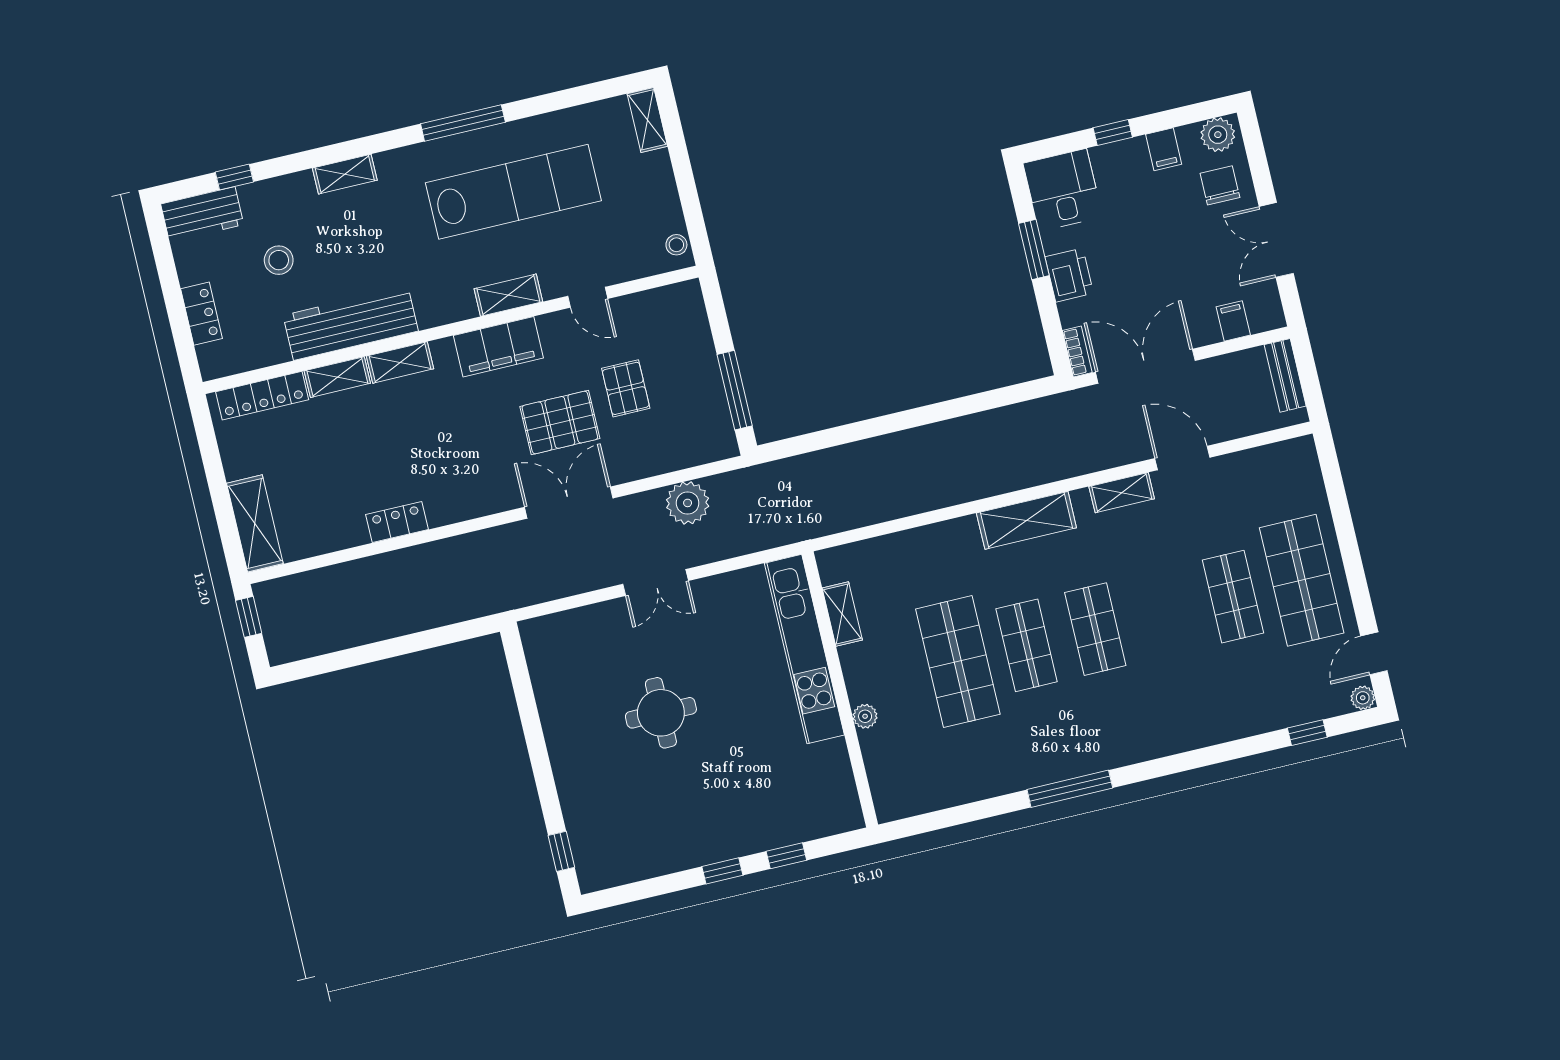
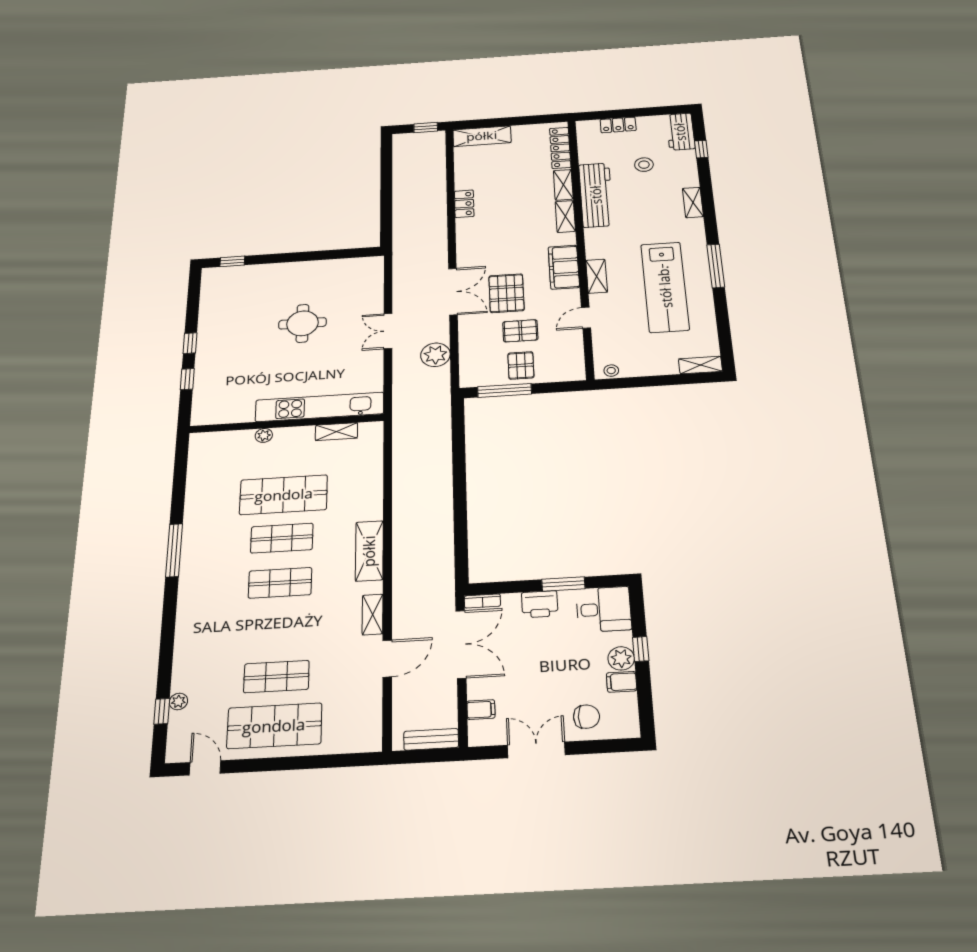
plant: (1218, 135) -> (621, 658), moved
pallet: (687, 375) -> (521, 365), added
plant: (1363, 698) -> (178, 701), moved

